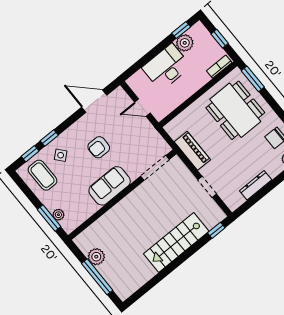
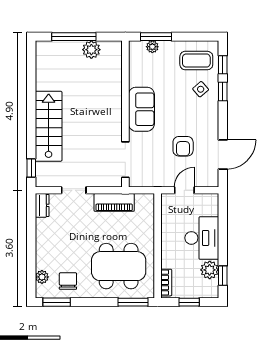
armchair: (99, 147) -> (183, 146), moved, turned 180
dresser: (256, 185) -> (42, 205), moved, width x0.70

